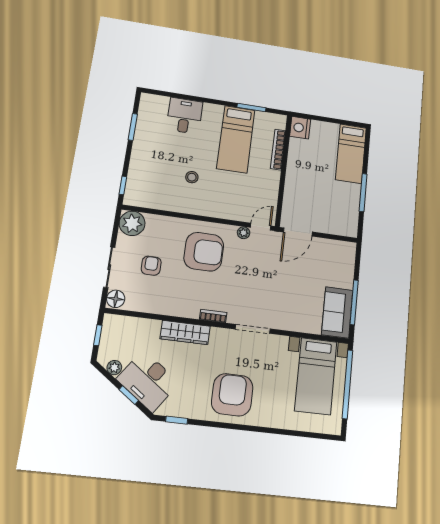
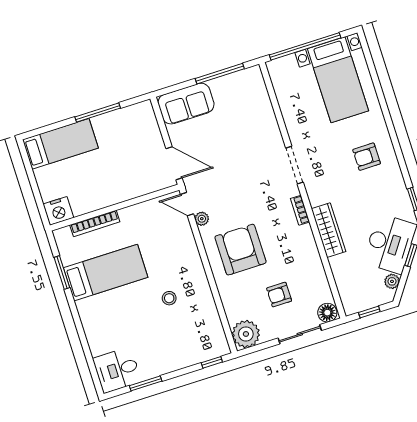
desk: (184, 116) -> (117, 370), moved
sofa: (337, 312) -> (186, 104), moved
bed with nightstands: (316, 376) -> (338, 80), moved, turned 90
armchair: (232, 395) -> (367, 157), width x0.53, depth x0.53

